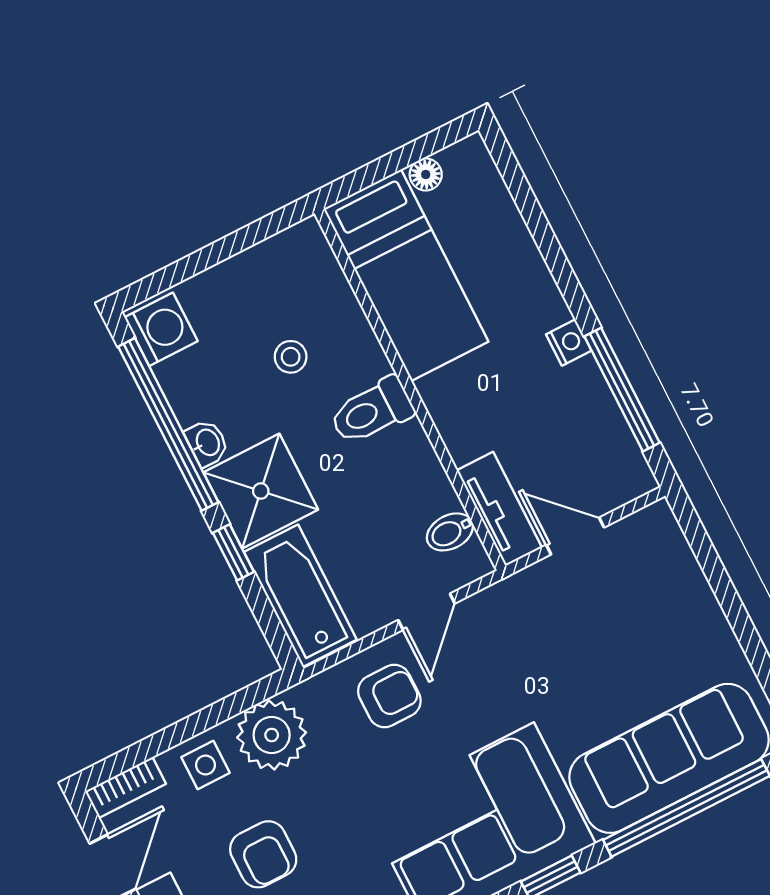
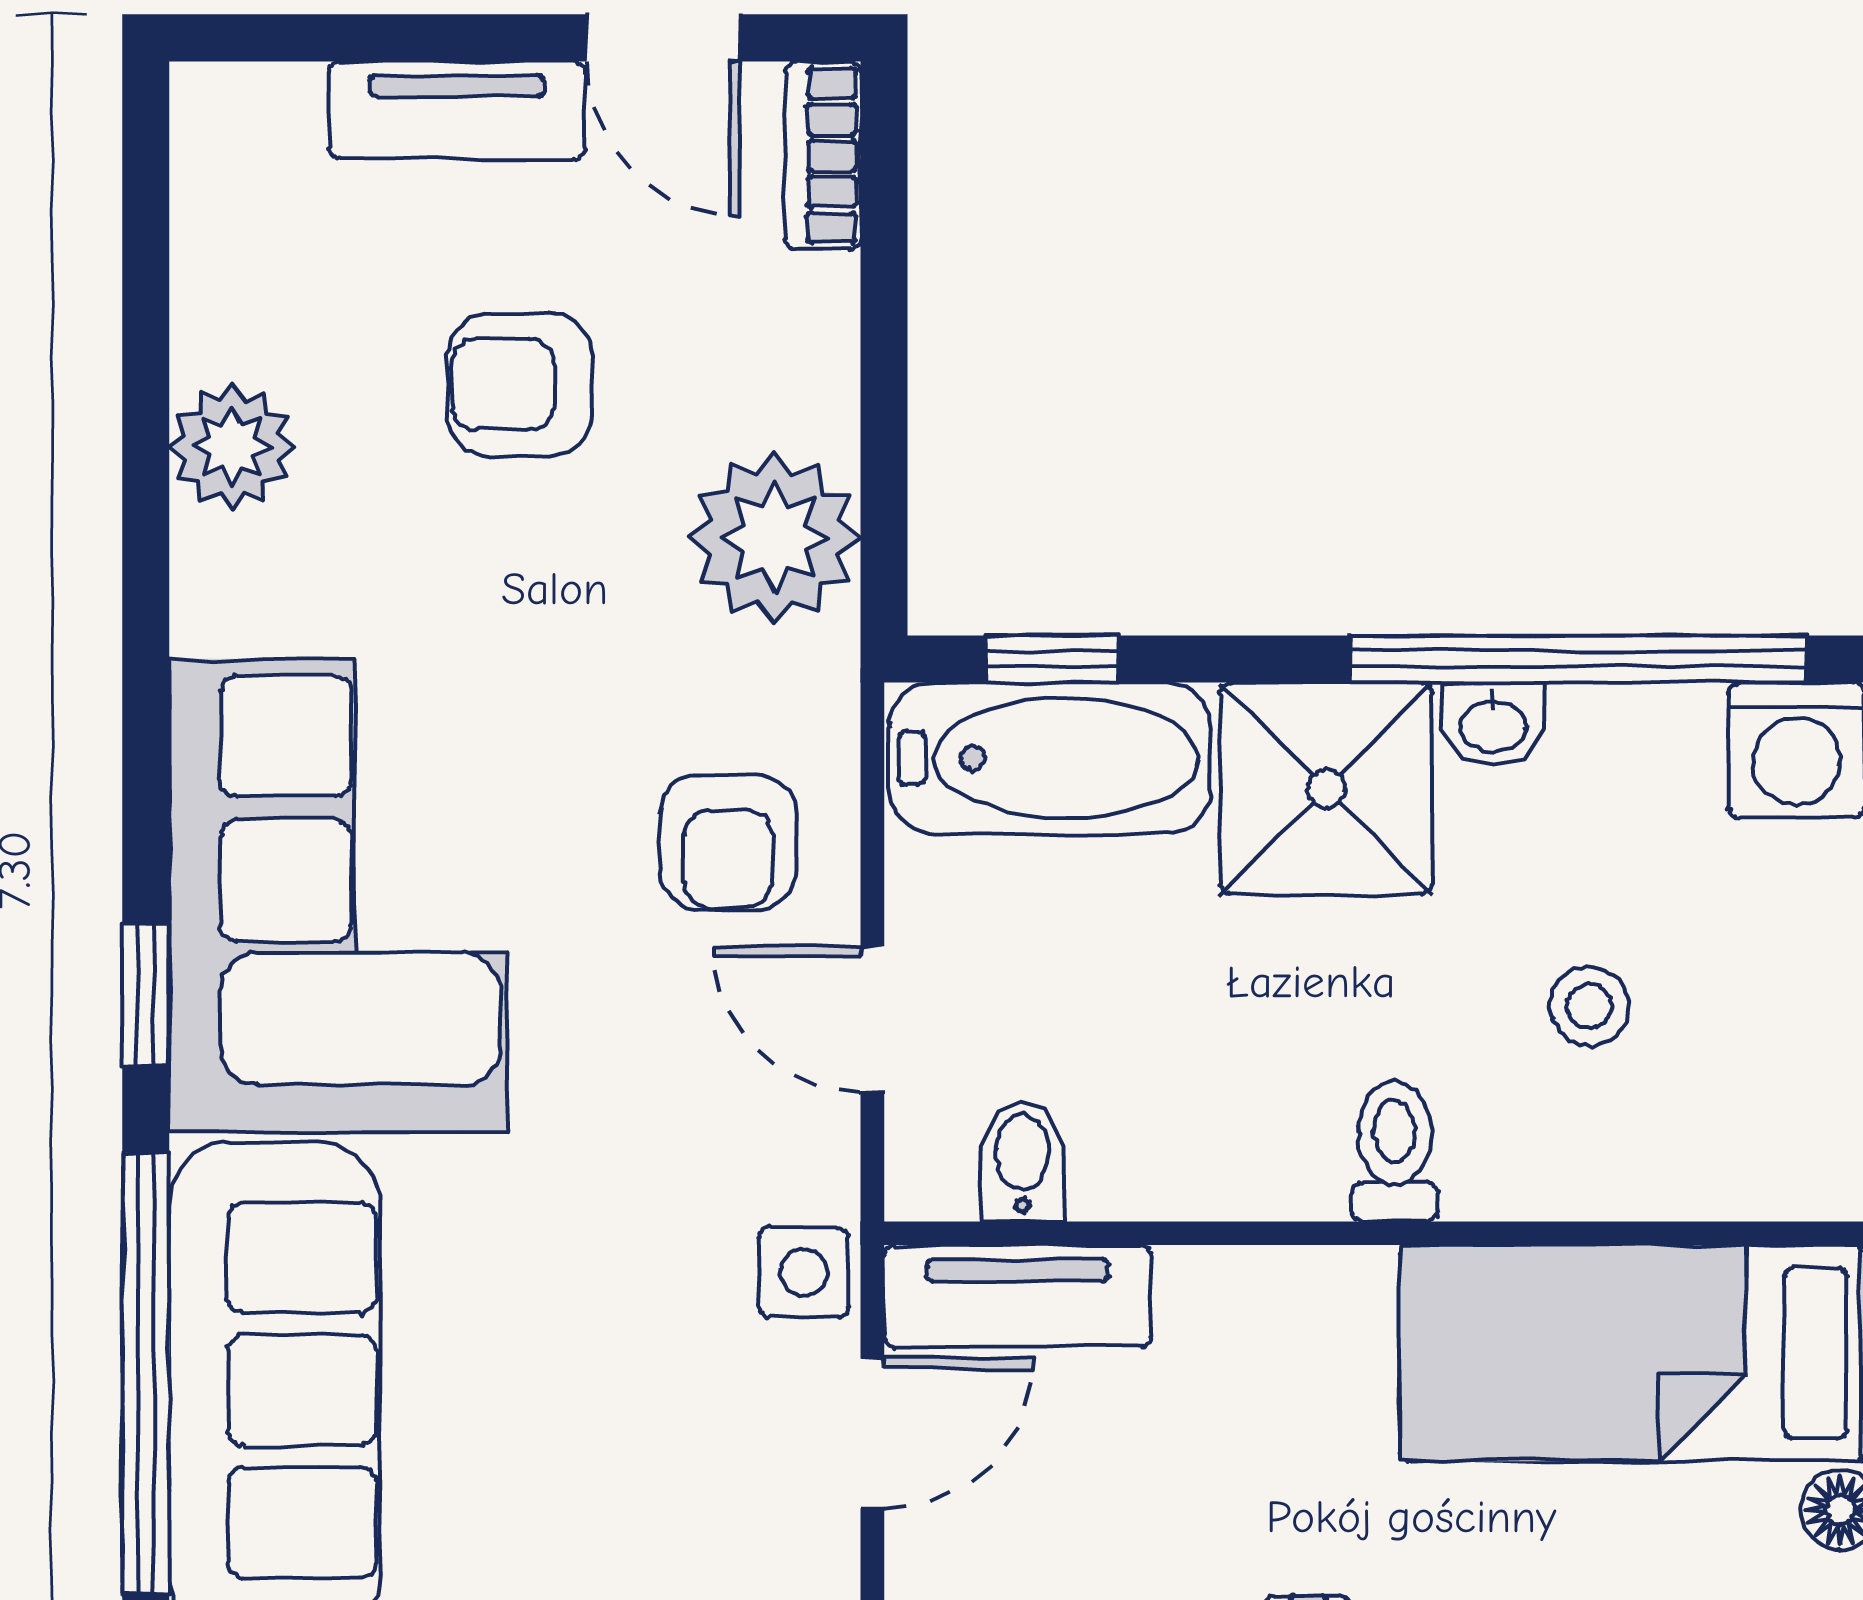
toilet: (372, 411) -> (1394, 1151), width x0.73, depth x0.72
window: (233, 552) -> (1052, 659), moved
side table: (205, 765) -> (804, 1272), moved

